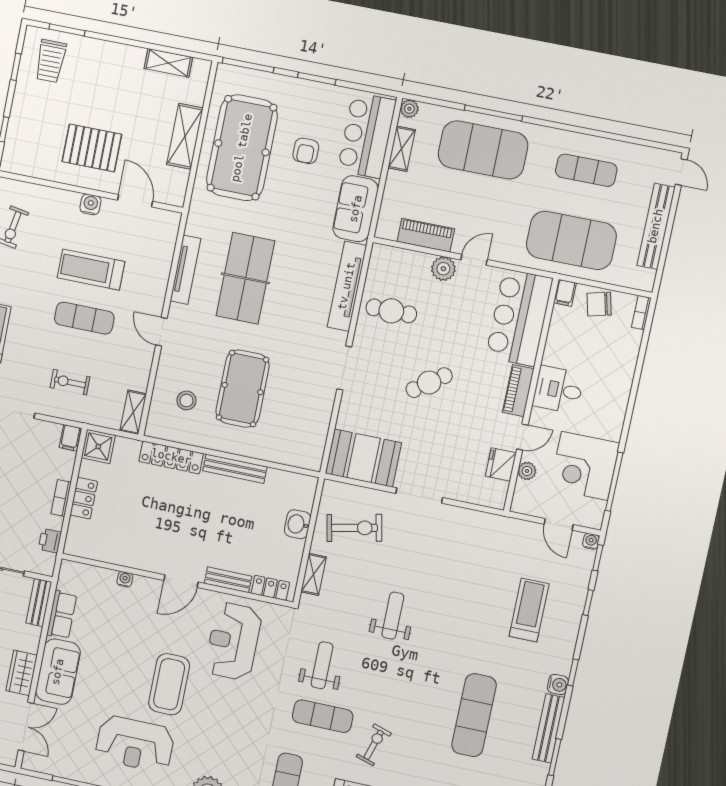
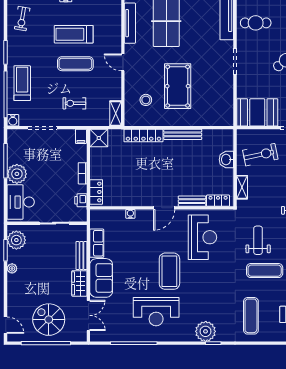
locker: (84, 498) -> (96, 192), moved
bench: (39, 603) -> (81, 256), moved
reception desk: (233, 641) -> (202, 237), turned 180

